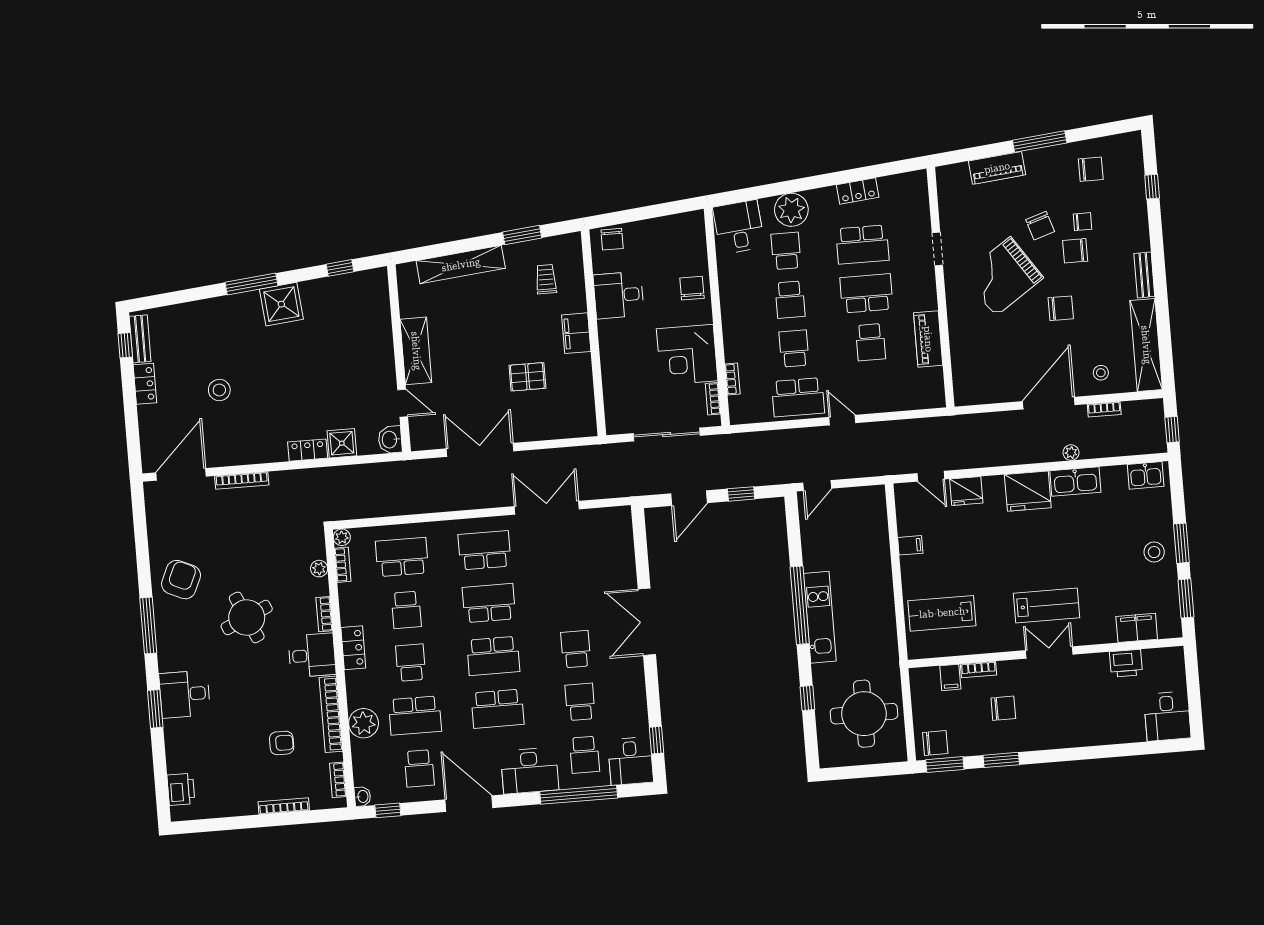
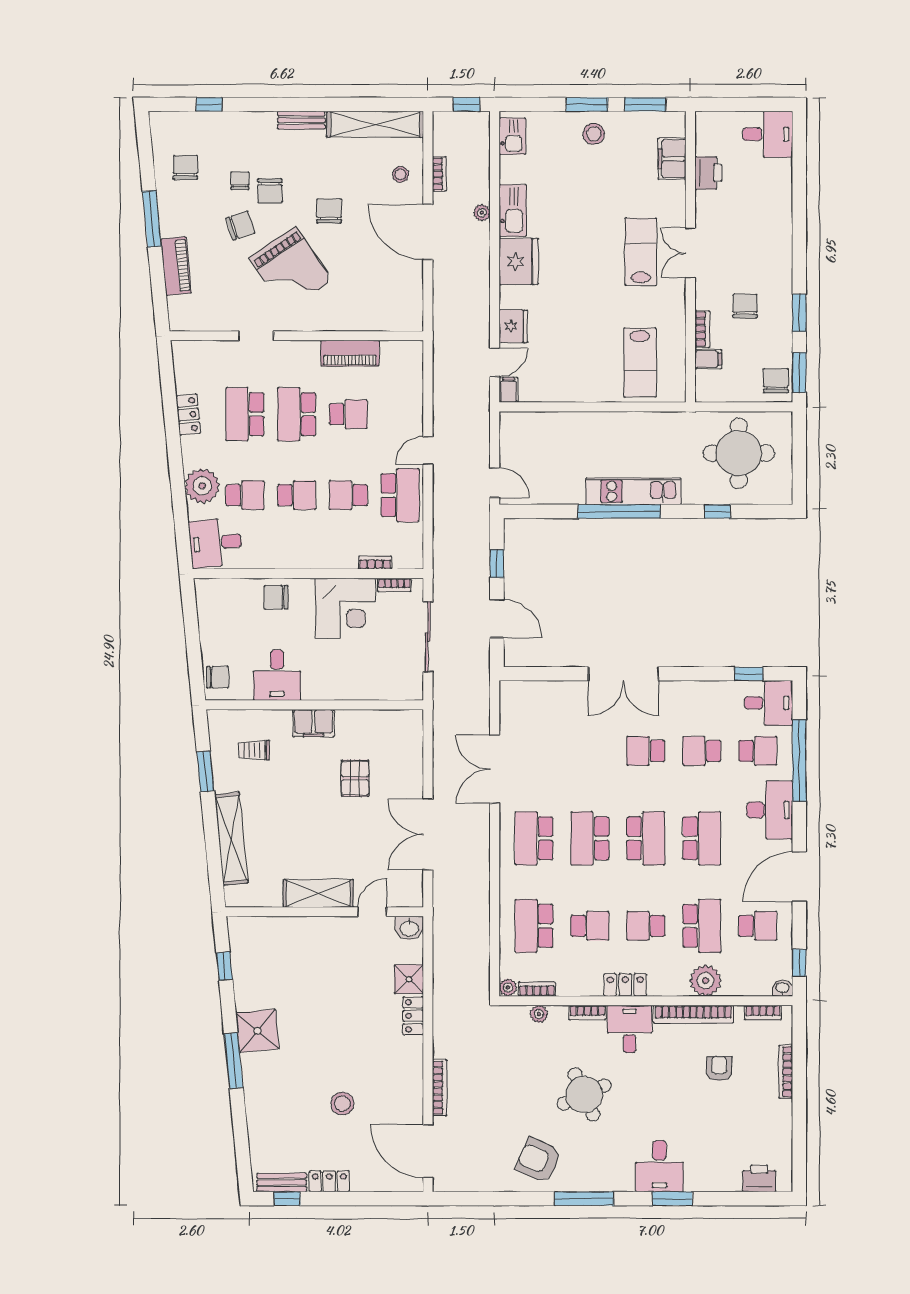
school desk: (862, 245) -> (245, 414), turned 180
school desk: (786, 251) -> (245, 495), turned 180
filing cabinet: (910, 545) -> (508, 390), moved

